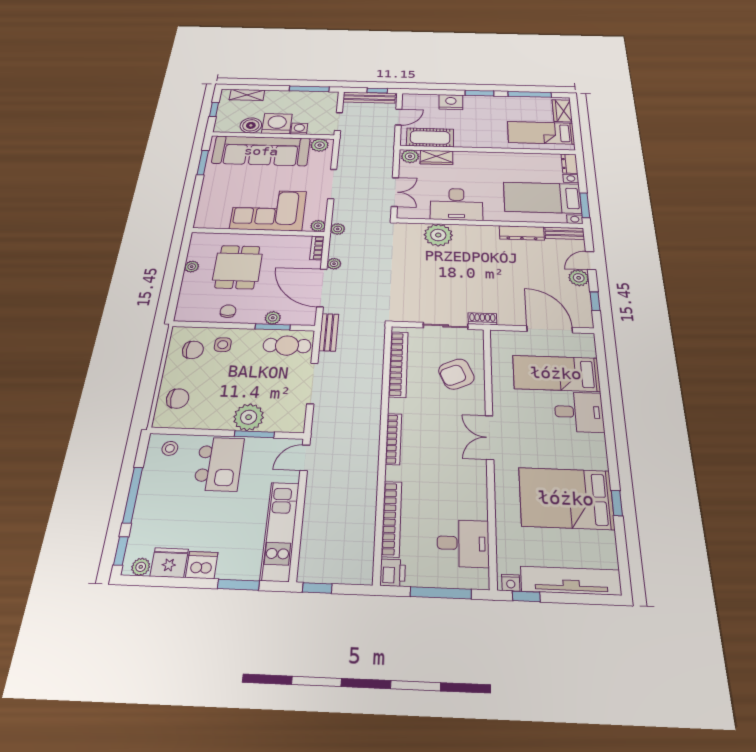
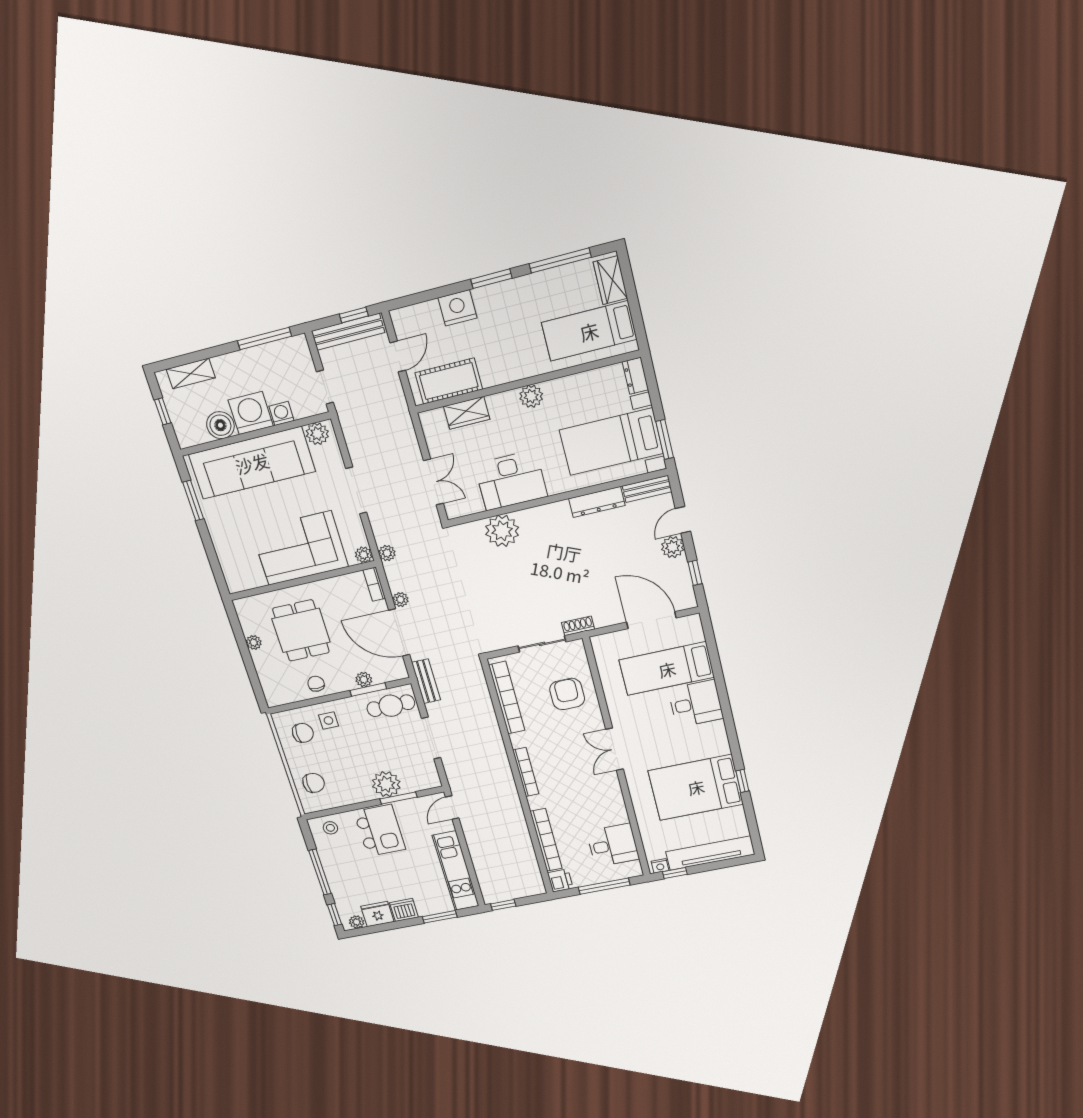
plant: (410, 156) -> (531, 396), moved
armchair: (456, 374) -> (567, 694), turned 114

